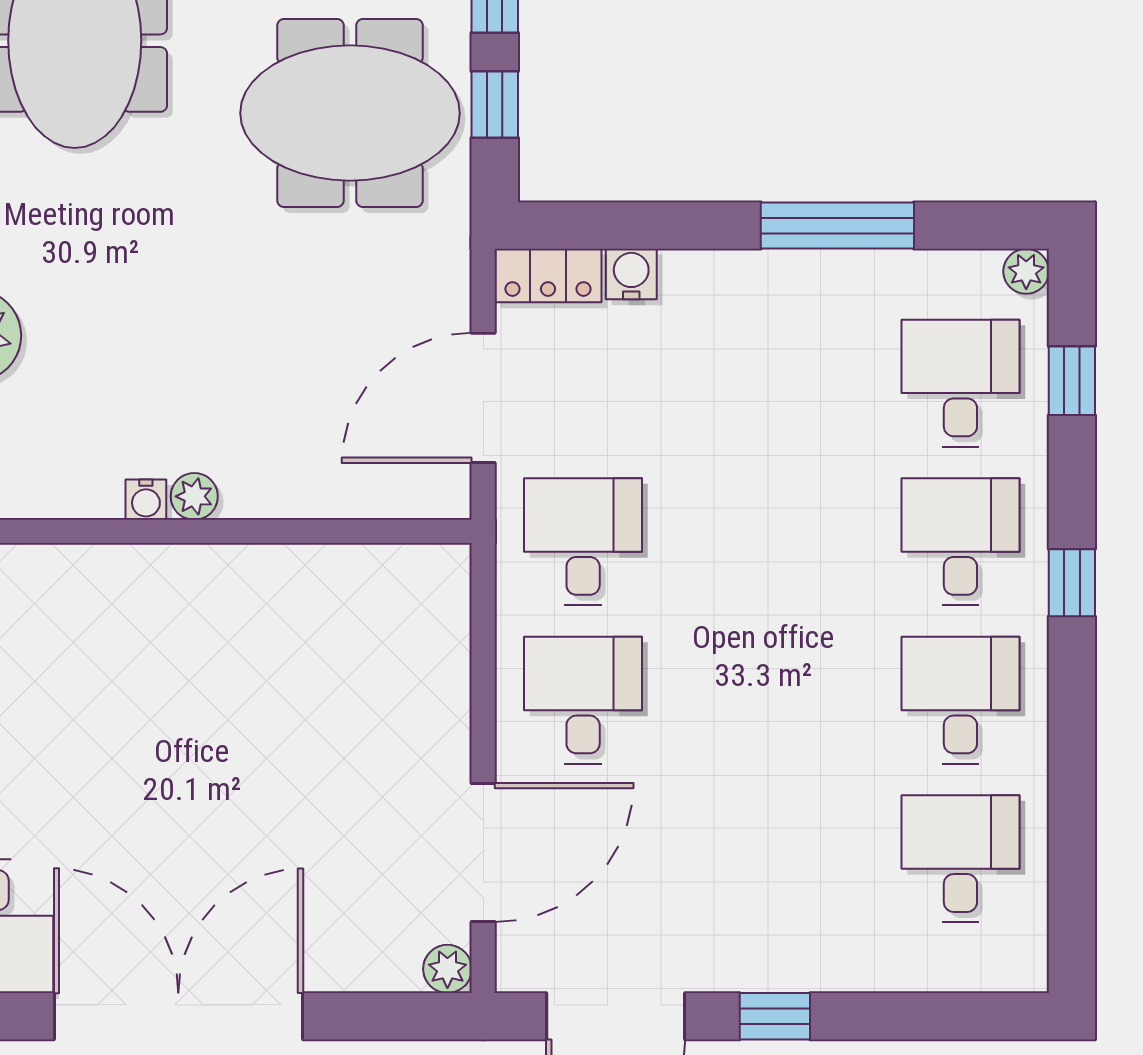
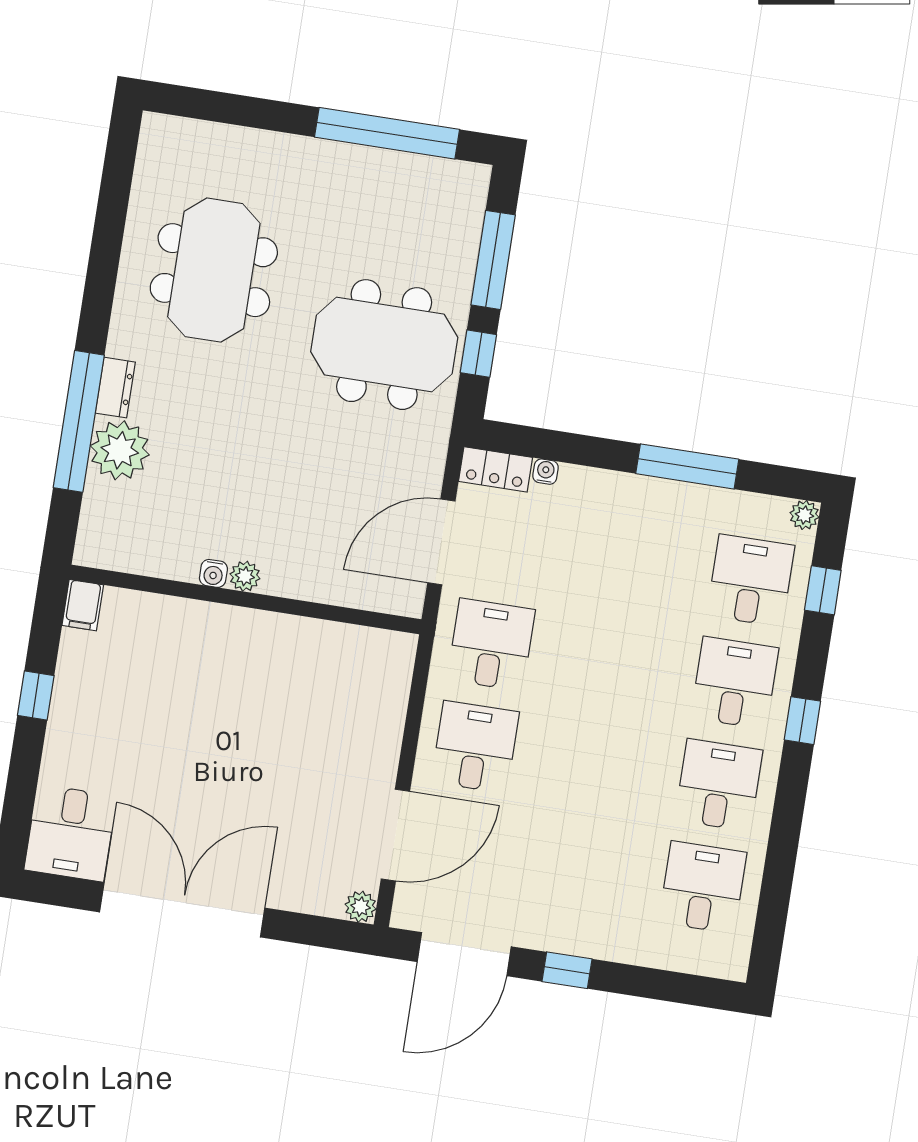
water cooler: (631, 274) -> (546, 472), width x0.72, depth x0.72

